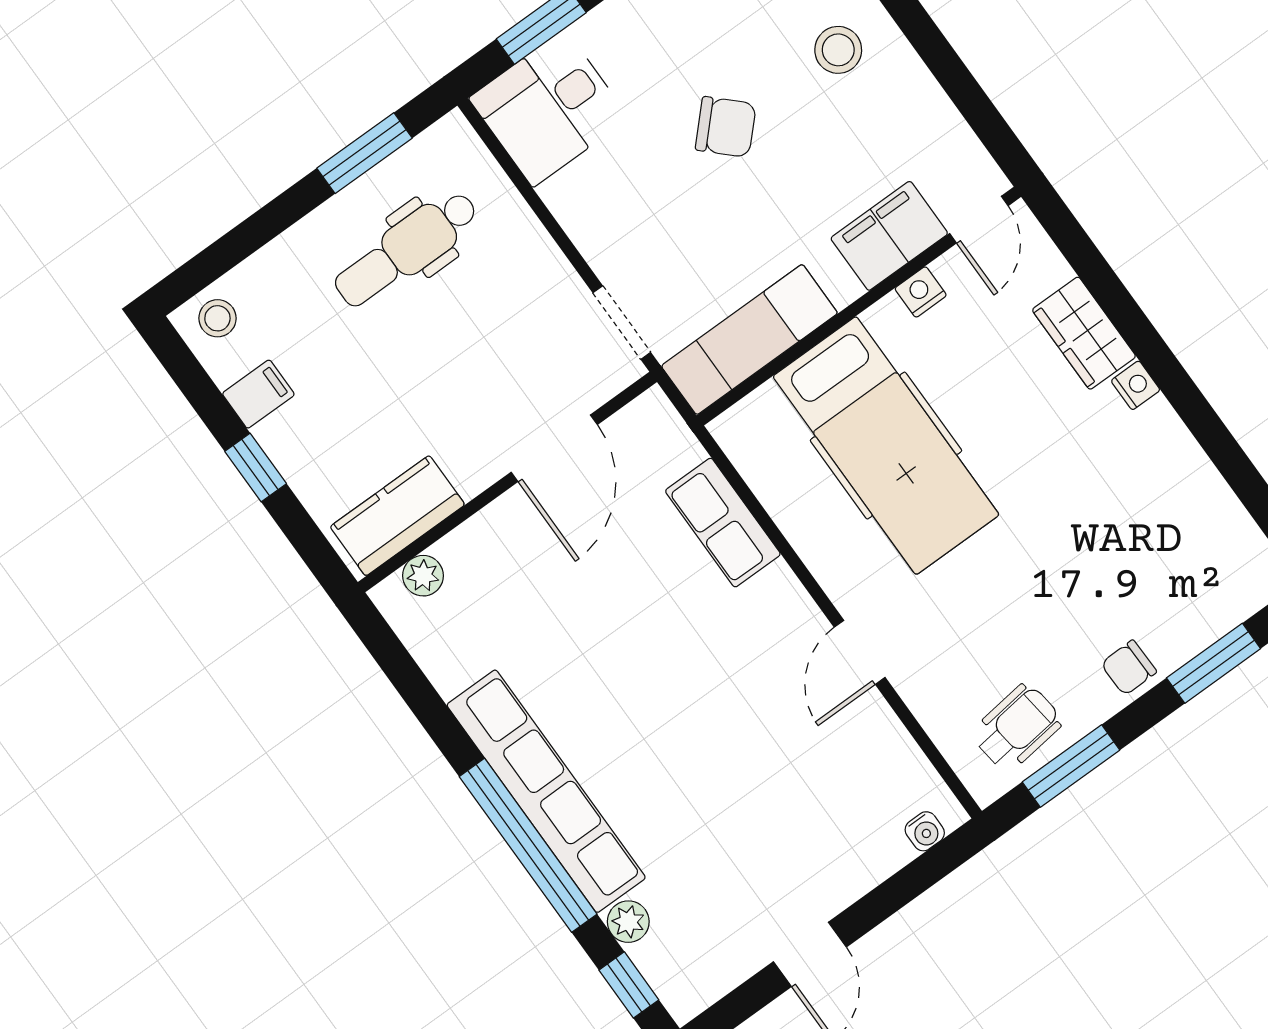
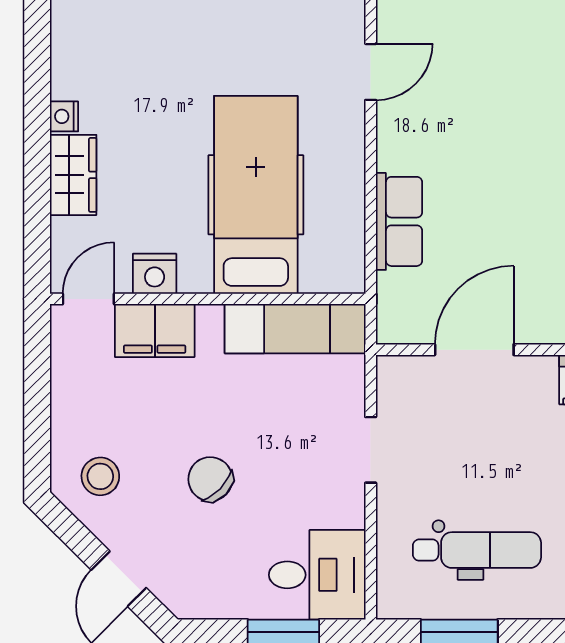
nightstand: (921, 292) -> (155, 274), width x1.39, depth x1.35
doorway: (622, 323) -> (371, 450), moved

